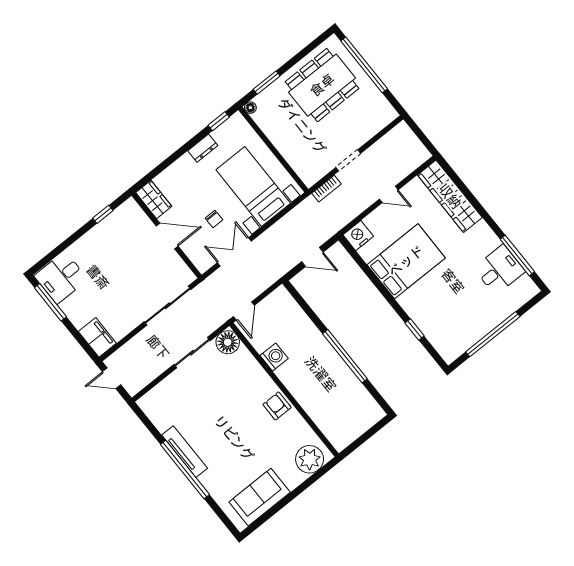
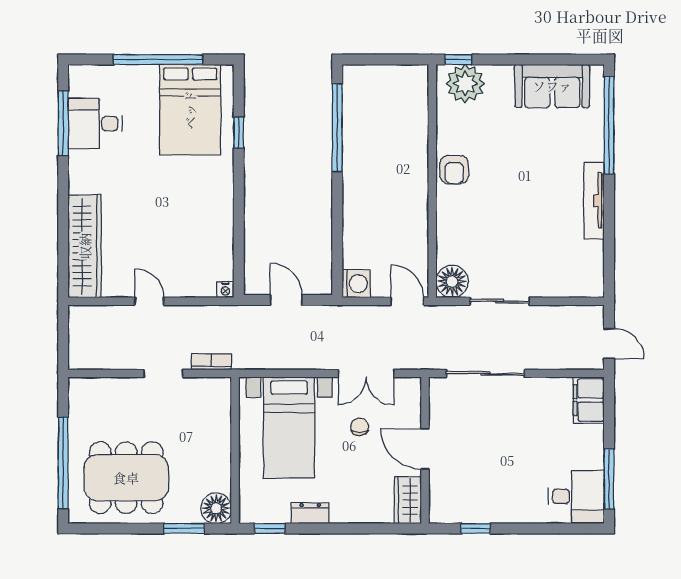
floor lamp: (250, 108) -> (216, 508), width x1.89, depth x1.89
nightstand: (358, 236) -> (225, 290), width x0.53, depth x0.56
bed: (406, 261) -> (190, 110), moved, turned -90
door: (244, 311) -> (407, 301), hinge flipped
window: (345, 356) -> (337, 128), moved
washing machine: (274, 357) -> (356, 284), moved, turned 180
window: (185, 470) -> (609, 125), moved
window: (324, 470) -> (458, 60), added

